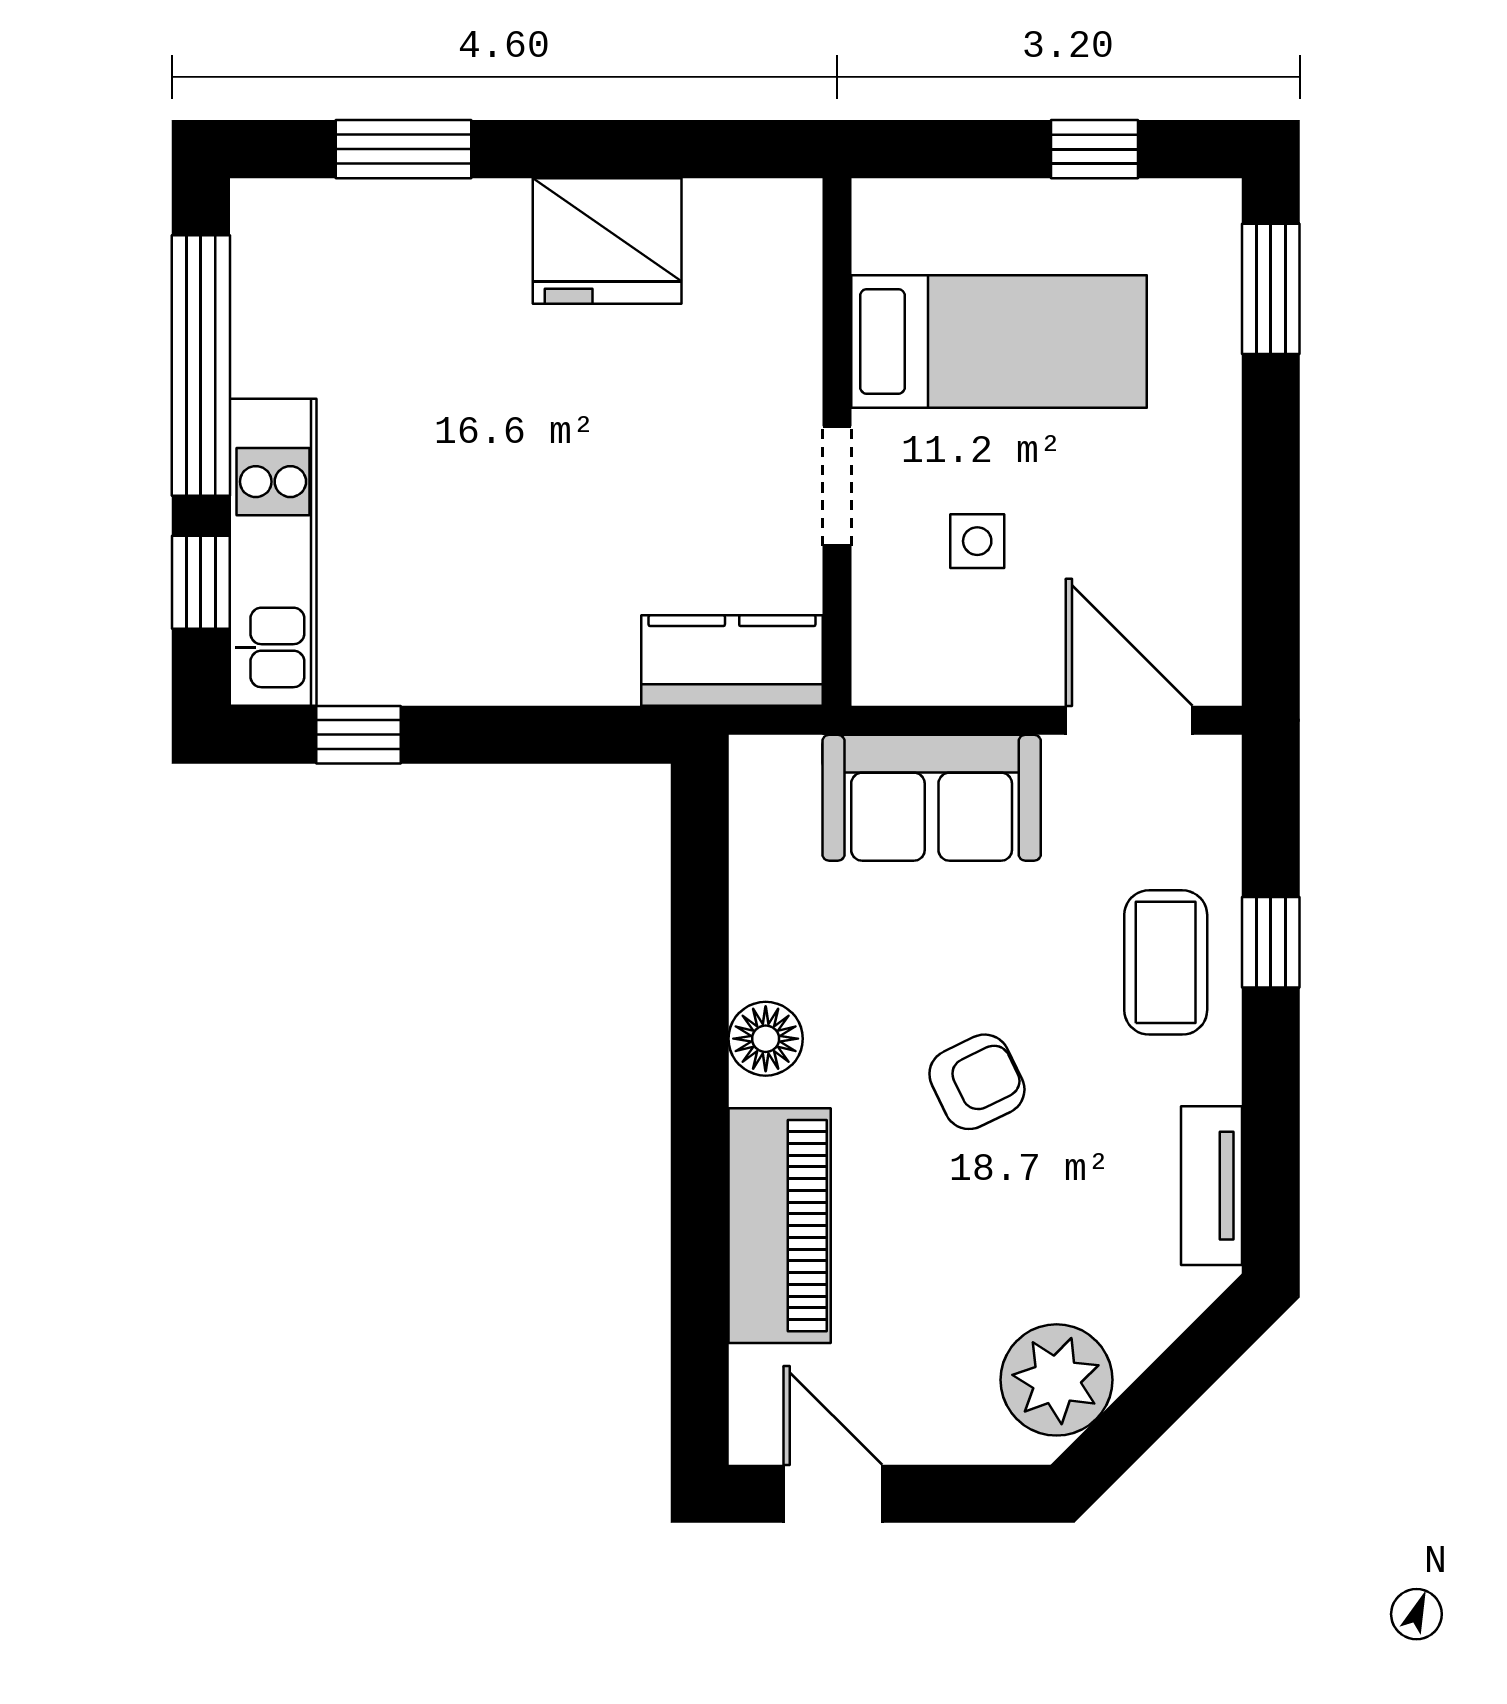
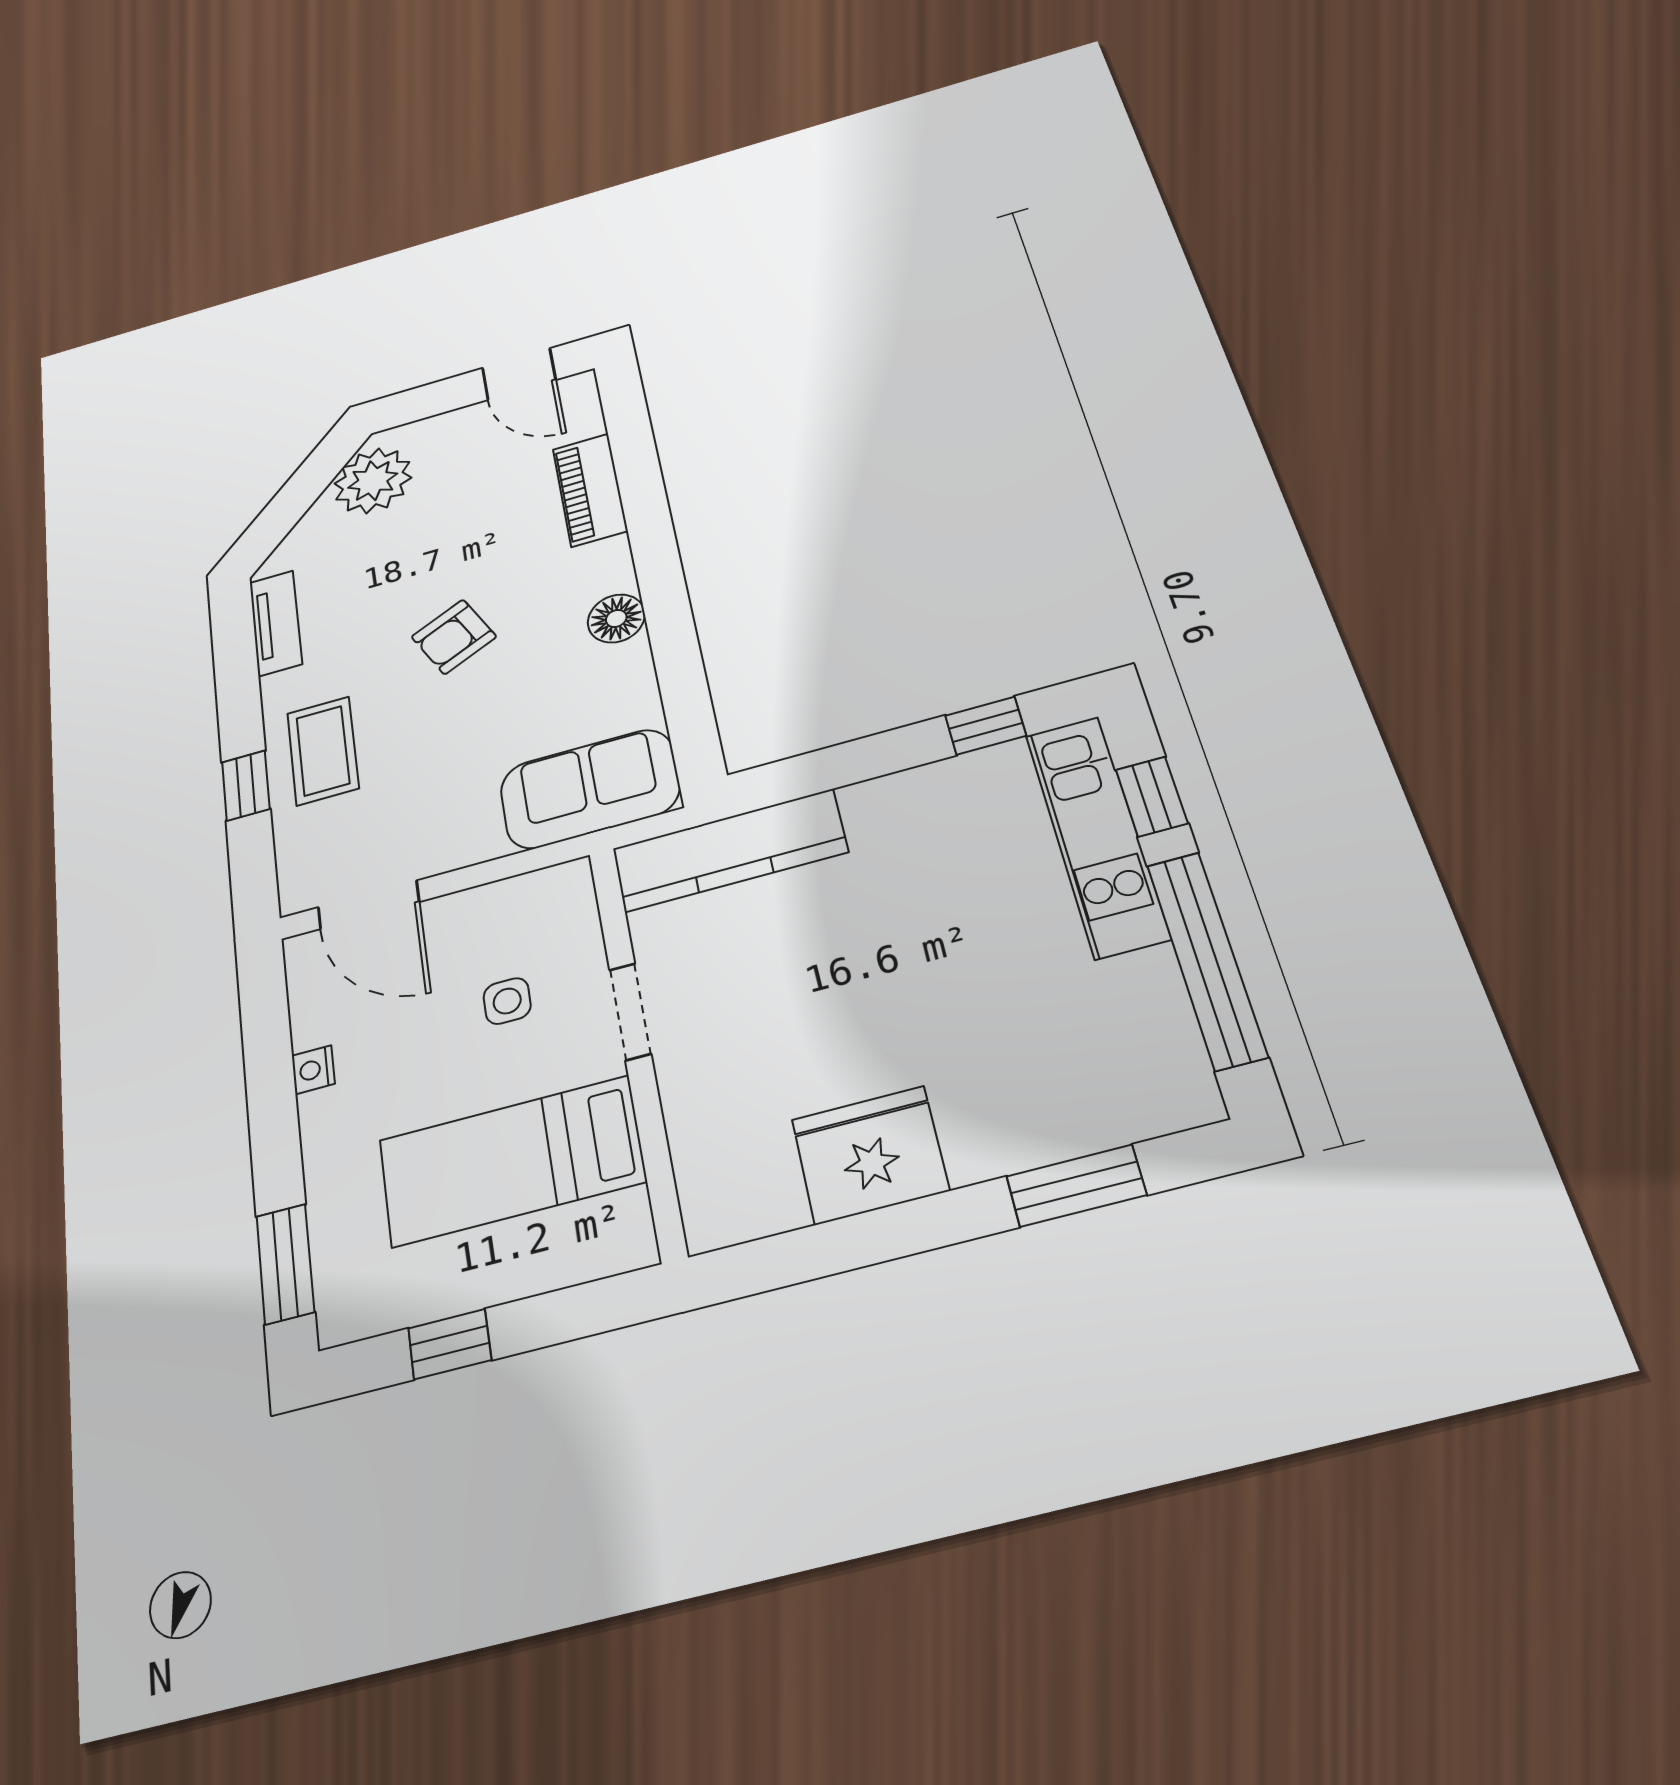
nightstand: (1217, 519) -> (313, 1070), added
kitchen counter: (732, 661) -> (729, 850), width x1.50
sofa: (932, 798) -> (590, 789), moved
piano: (780, 1226) -> (590, 490), width x0.73, depth x0.75

